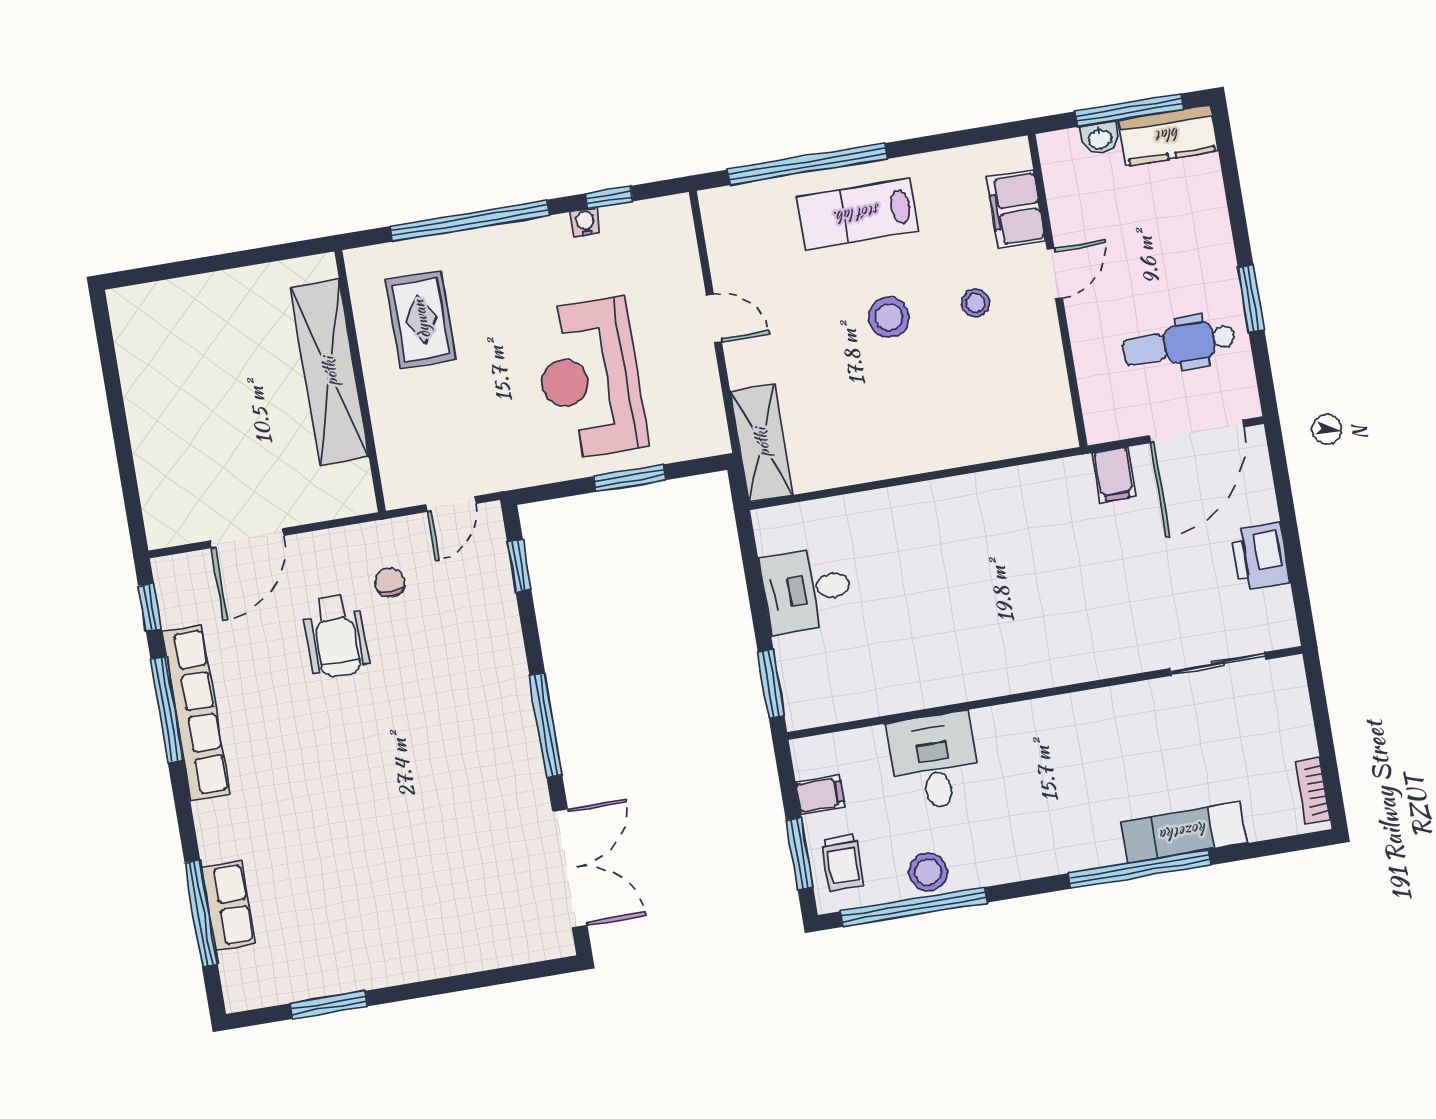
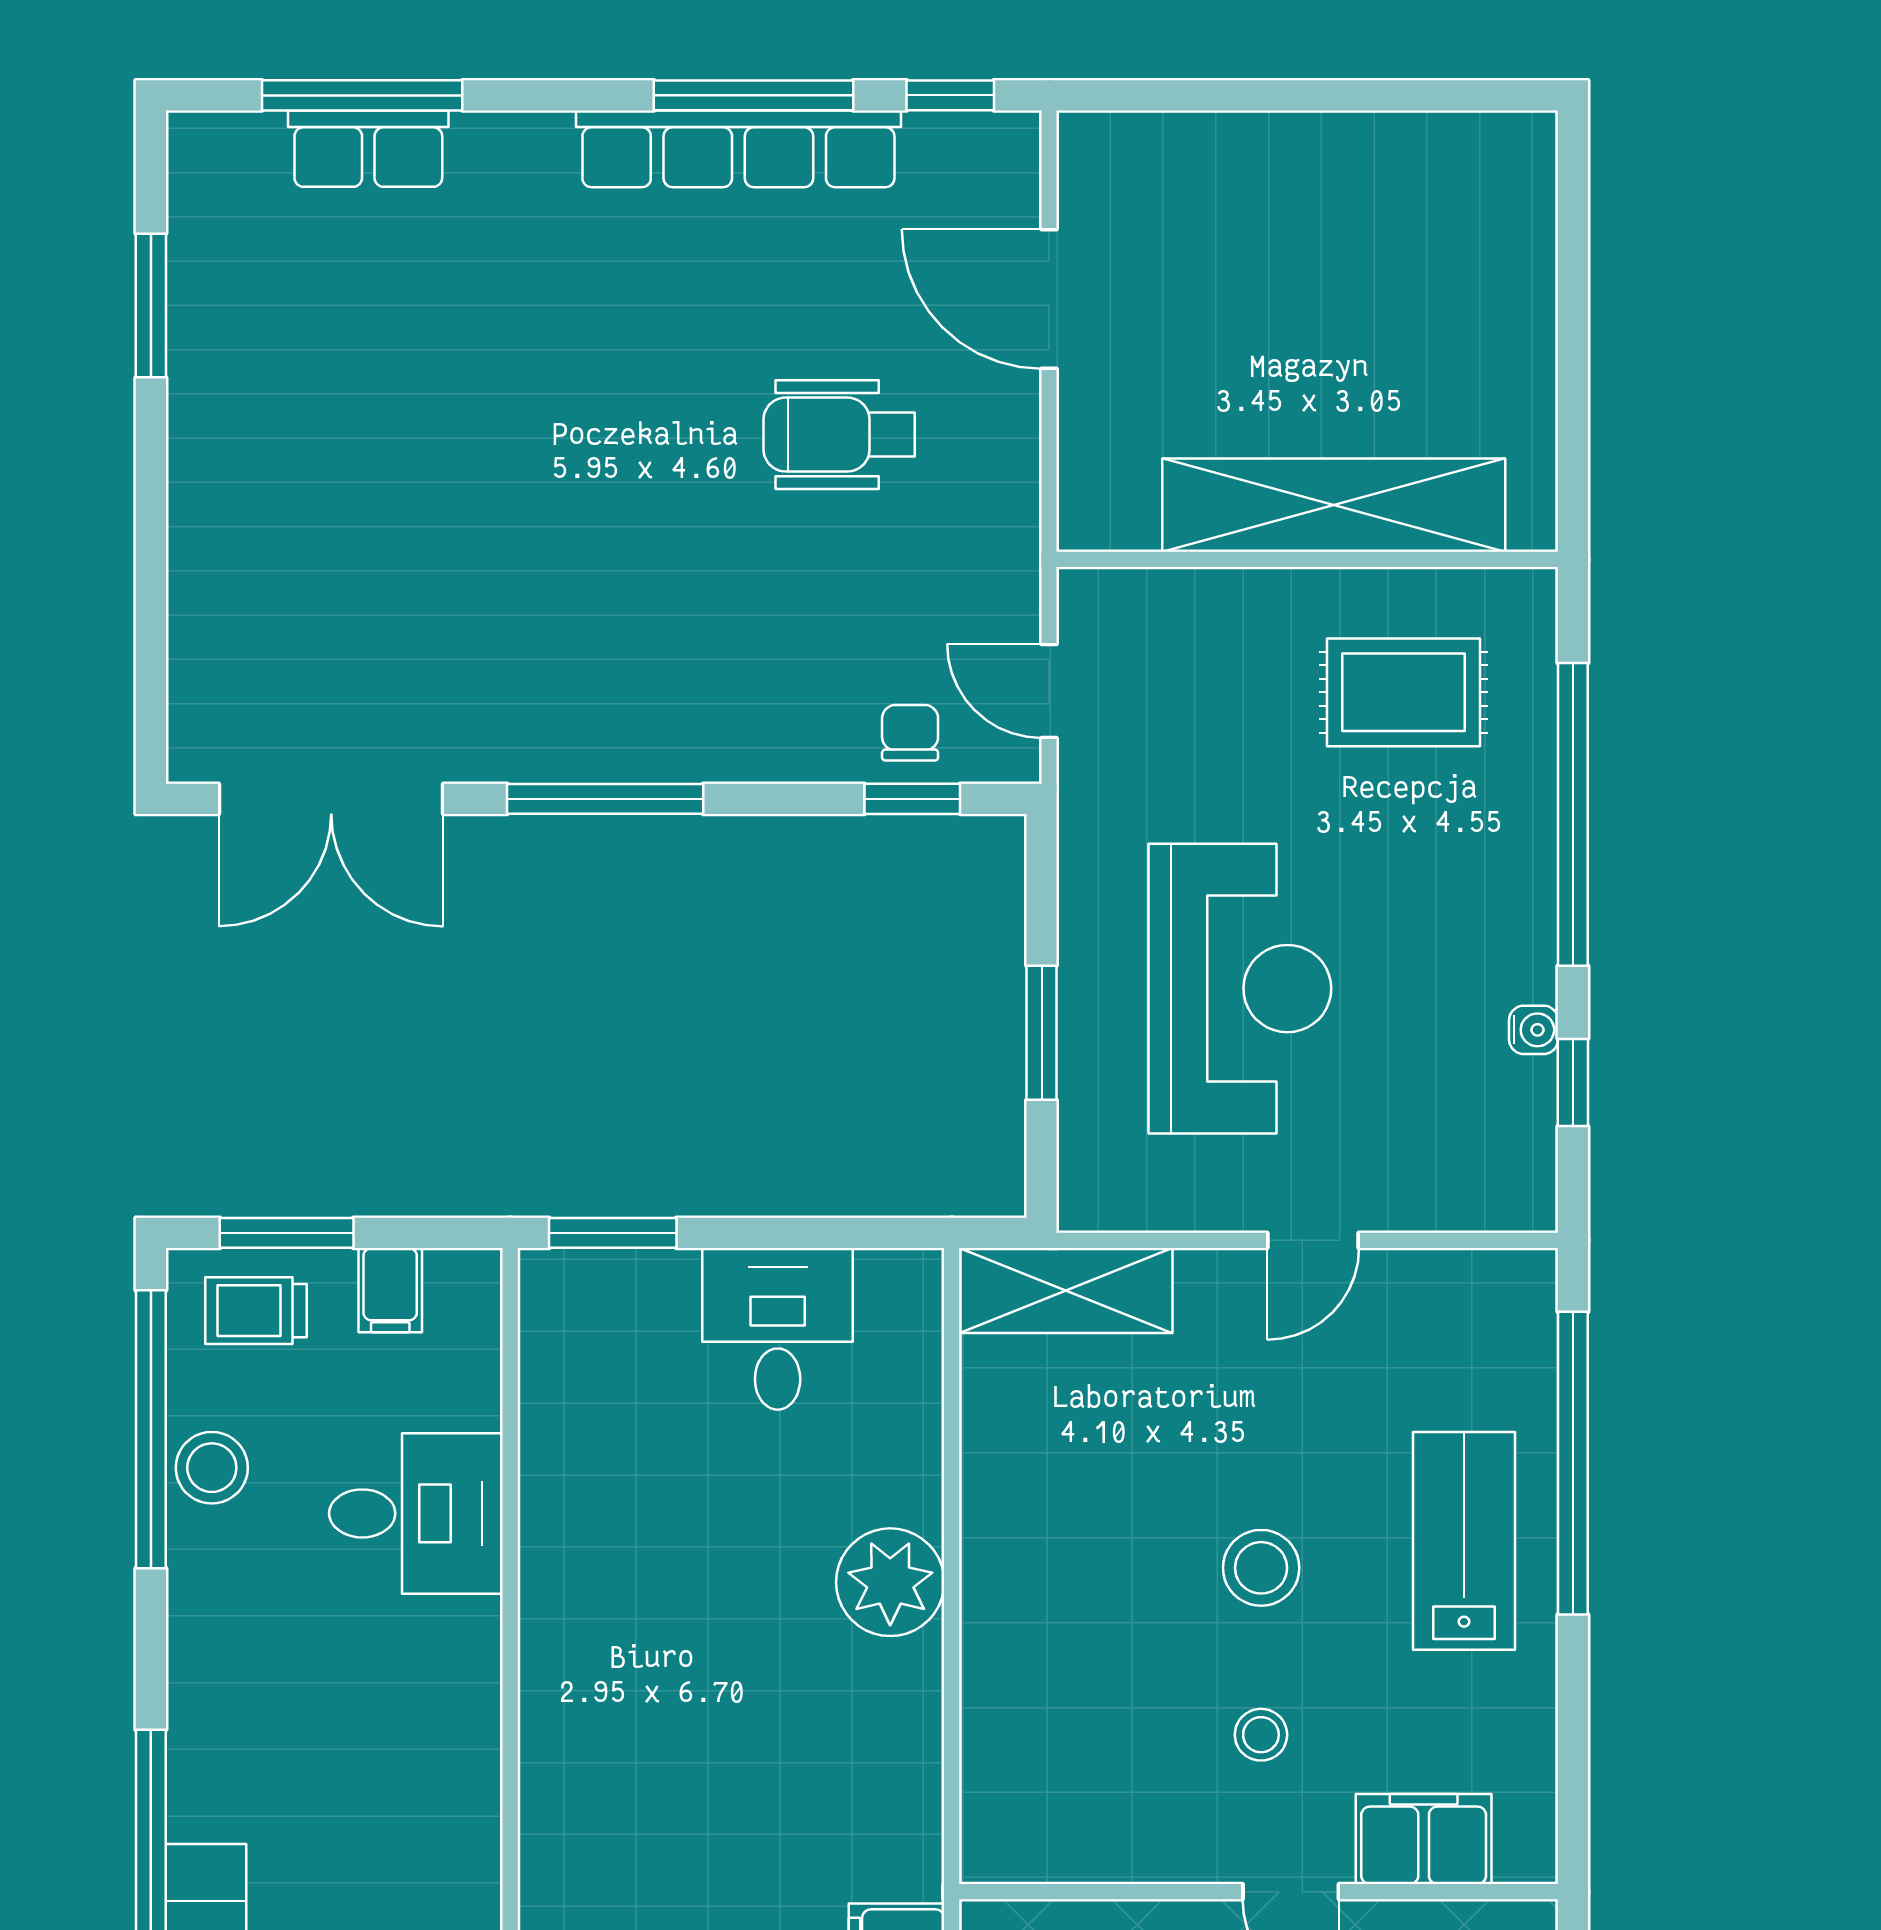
reception desk: (589, 379) -> (1240, 989), turned 90
plant: (929, 509) -> (890, 1582), added
chair: (390, 582) -> (910, 733), moved, turned -89

